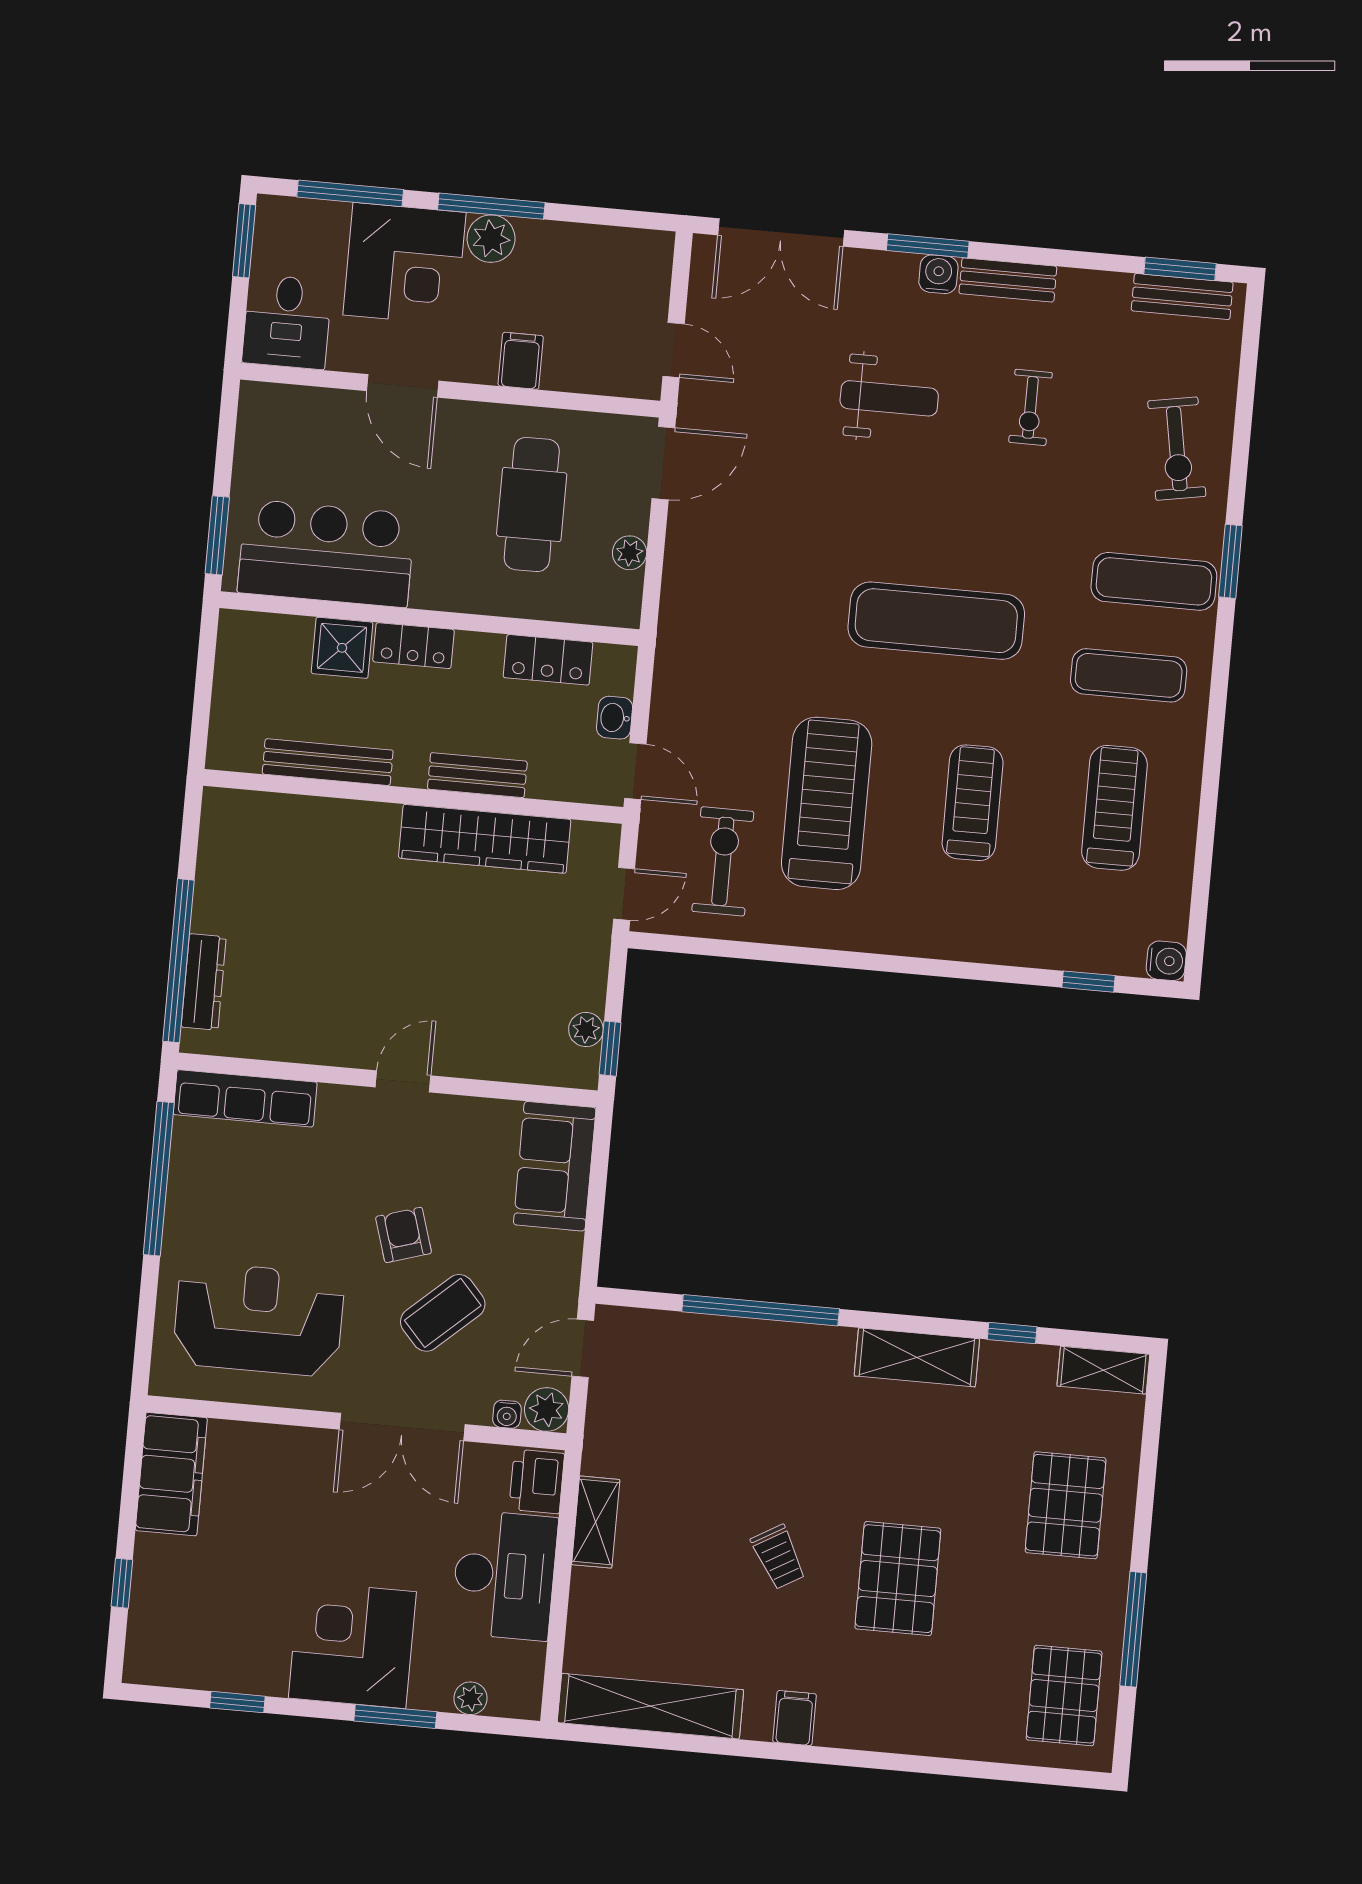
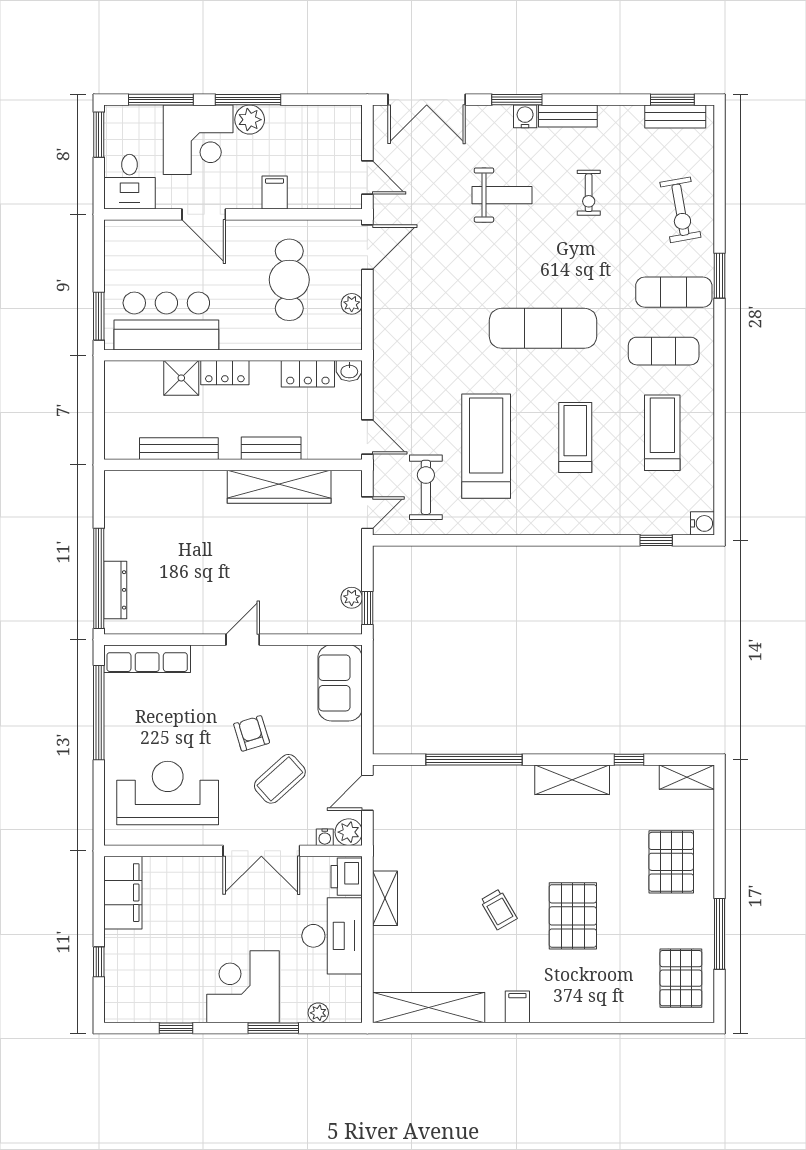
washbasin: (615, 718) -> (349, 371), moved, turned -90

